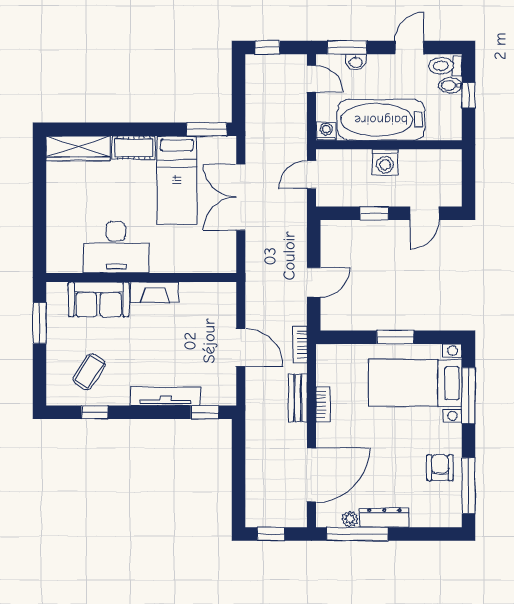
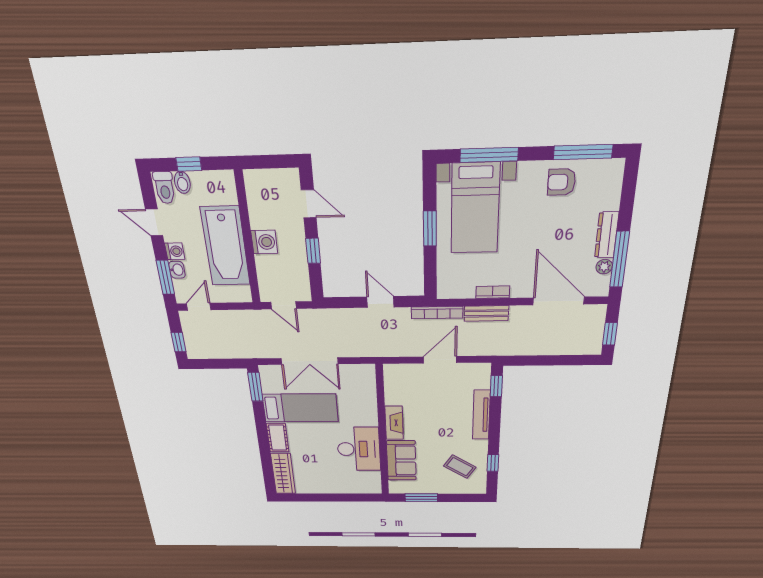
washing machine: (326, 131) -> (175, 251), moved, turned 180
bookcase: (300, 344) -> (437, 313), width x1.56

